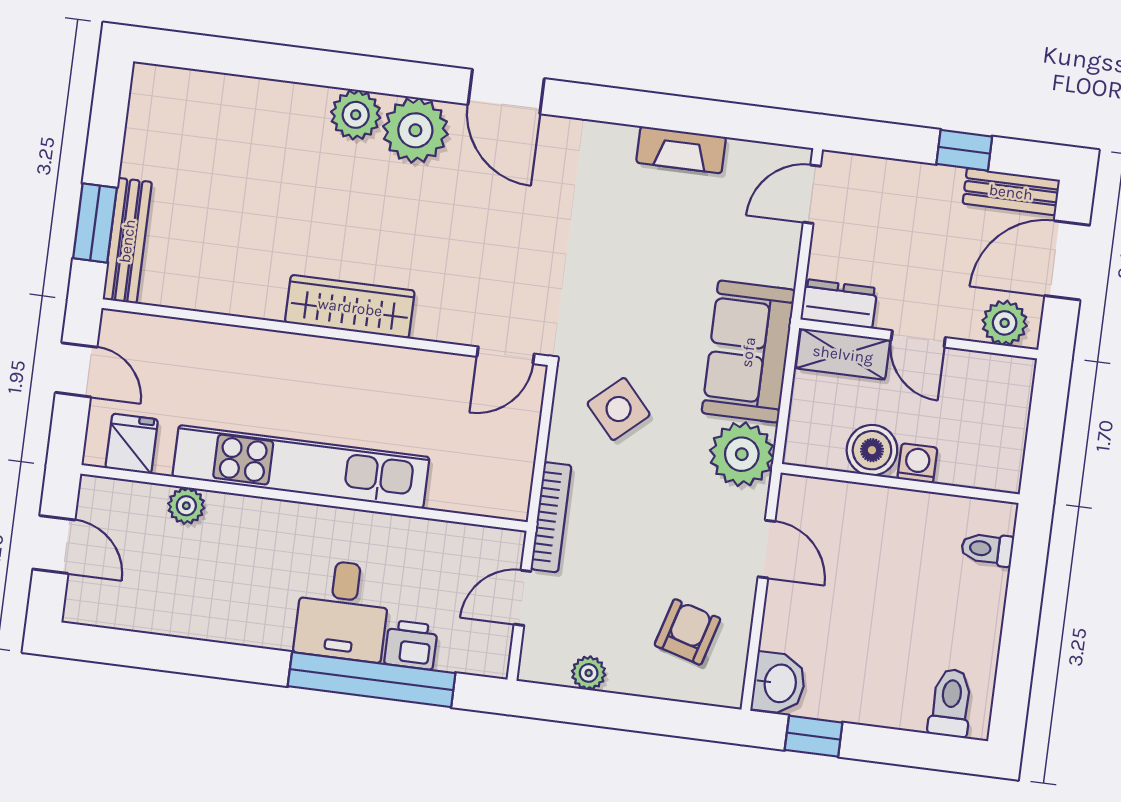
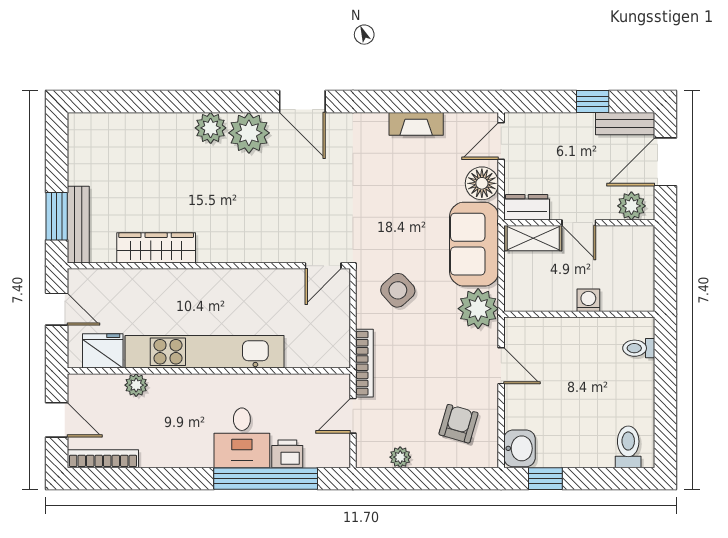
floor lamp: (773, 257) -> (482, 183), added
wardrobe: (350, 307) -> (156, 248), moved
fridge: (132, 444) -> (103, 351), width x1.38
boiler: (872, 450) -> (559, 296), removed
bookcase: (119, 615) -> (103, 459), added

